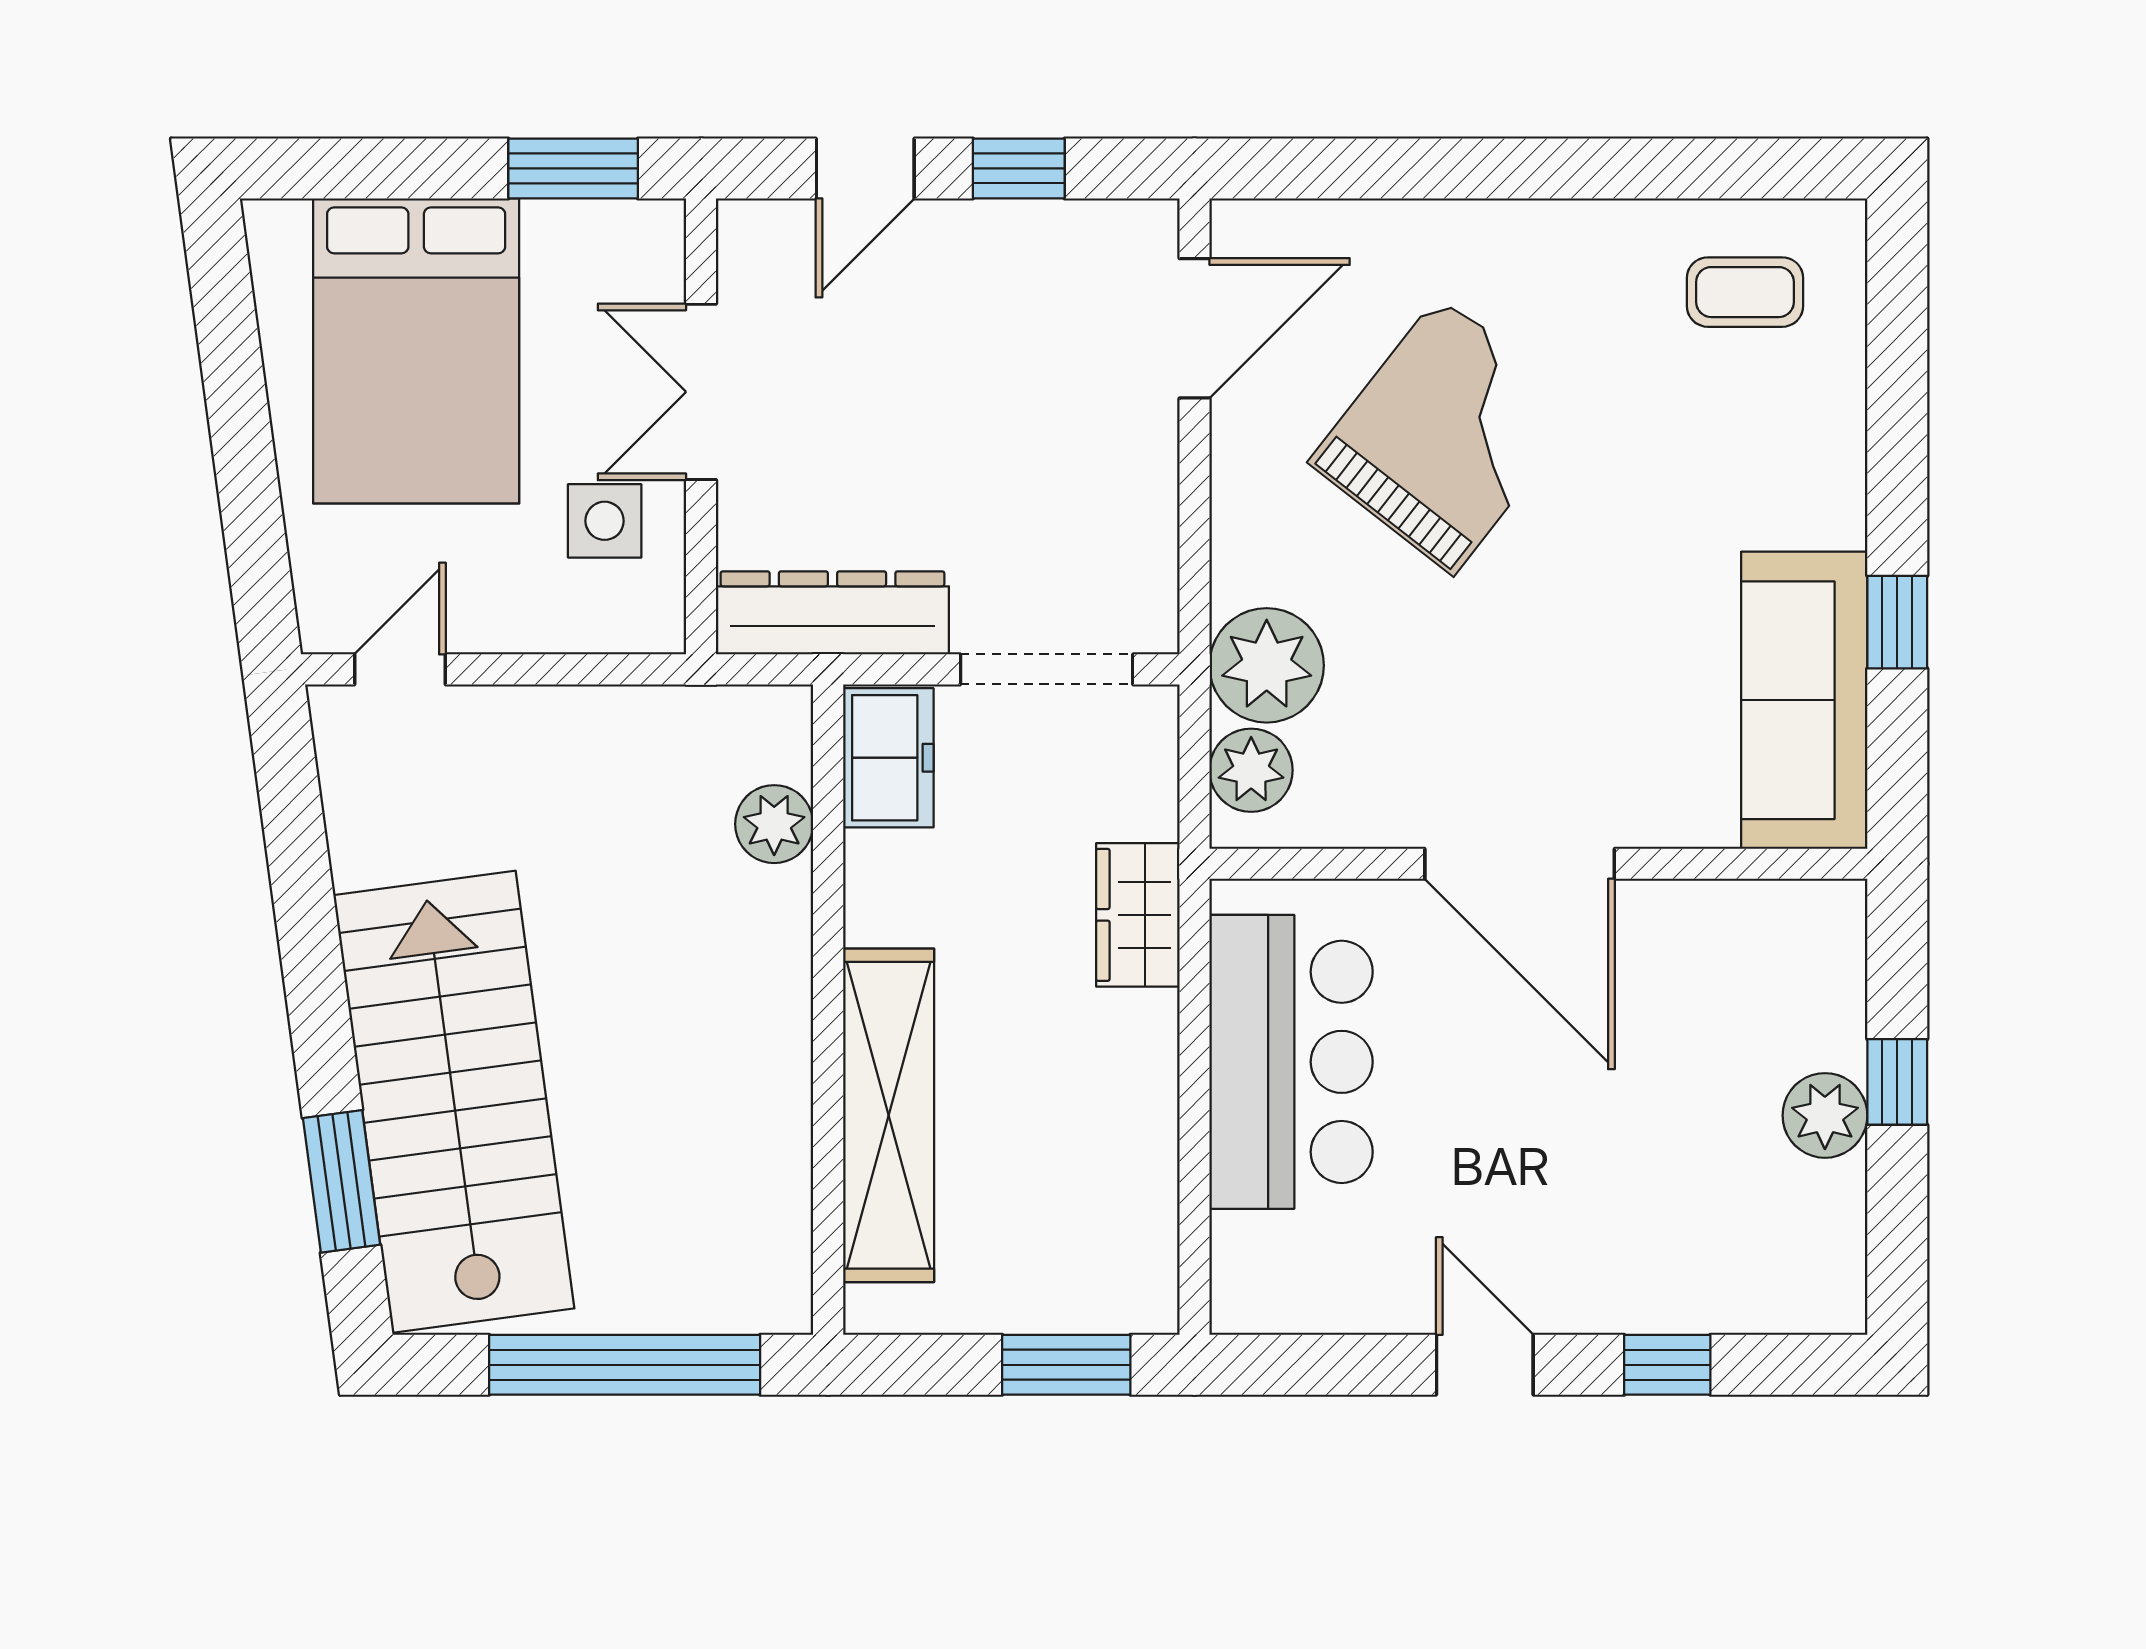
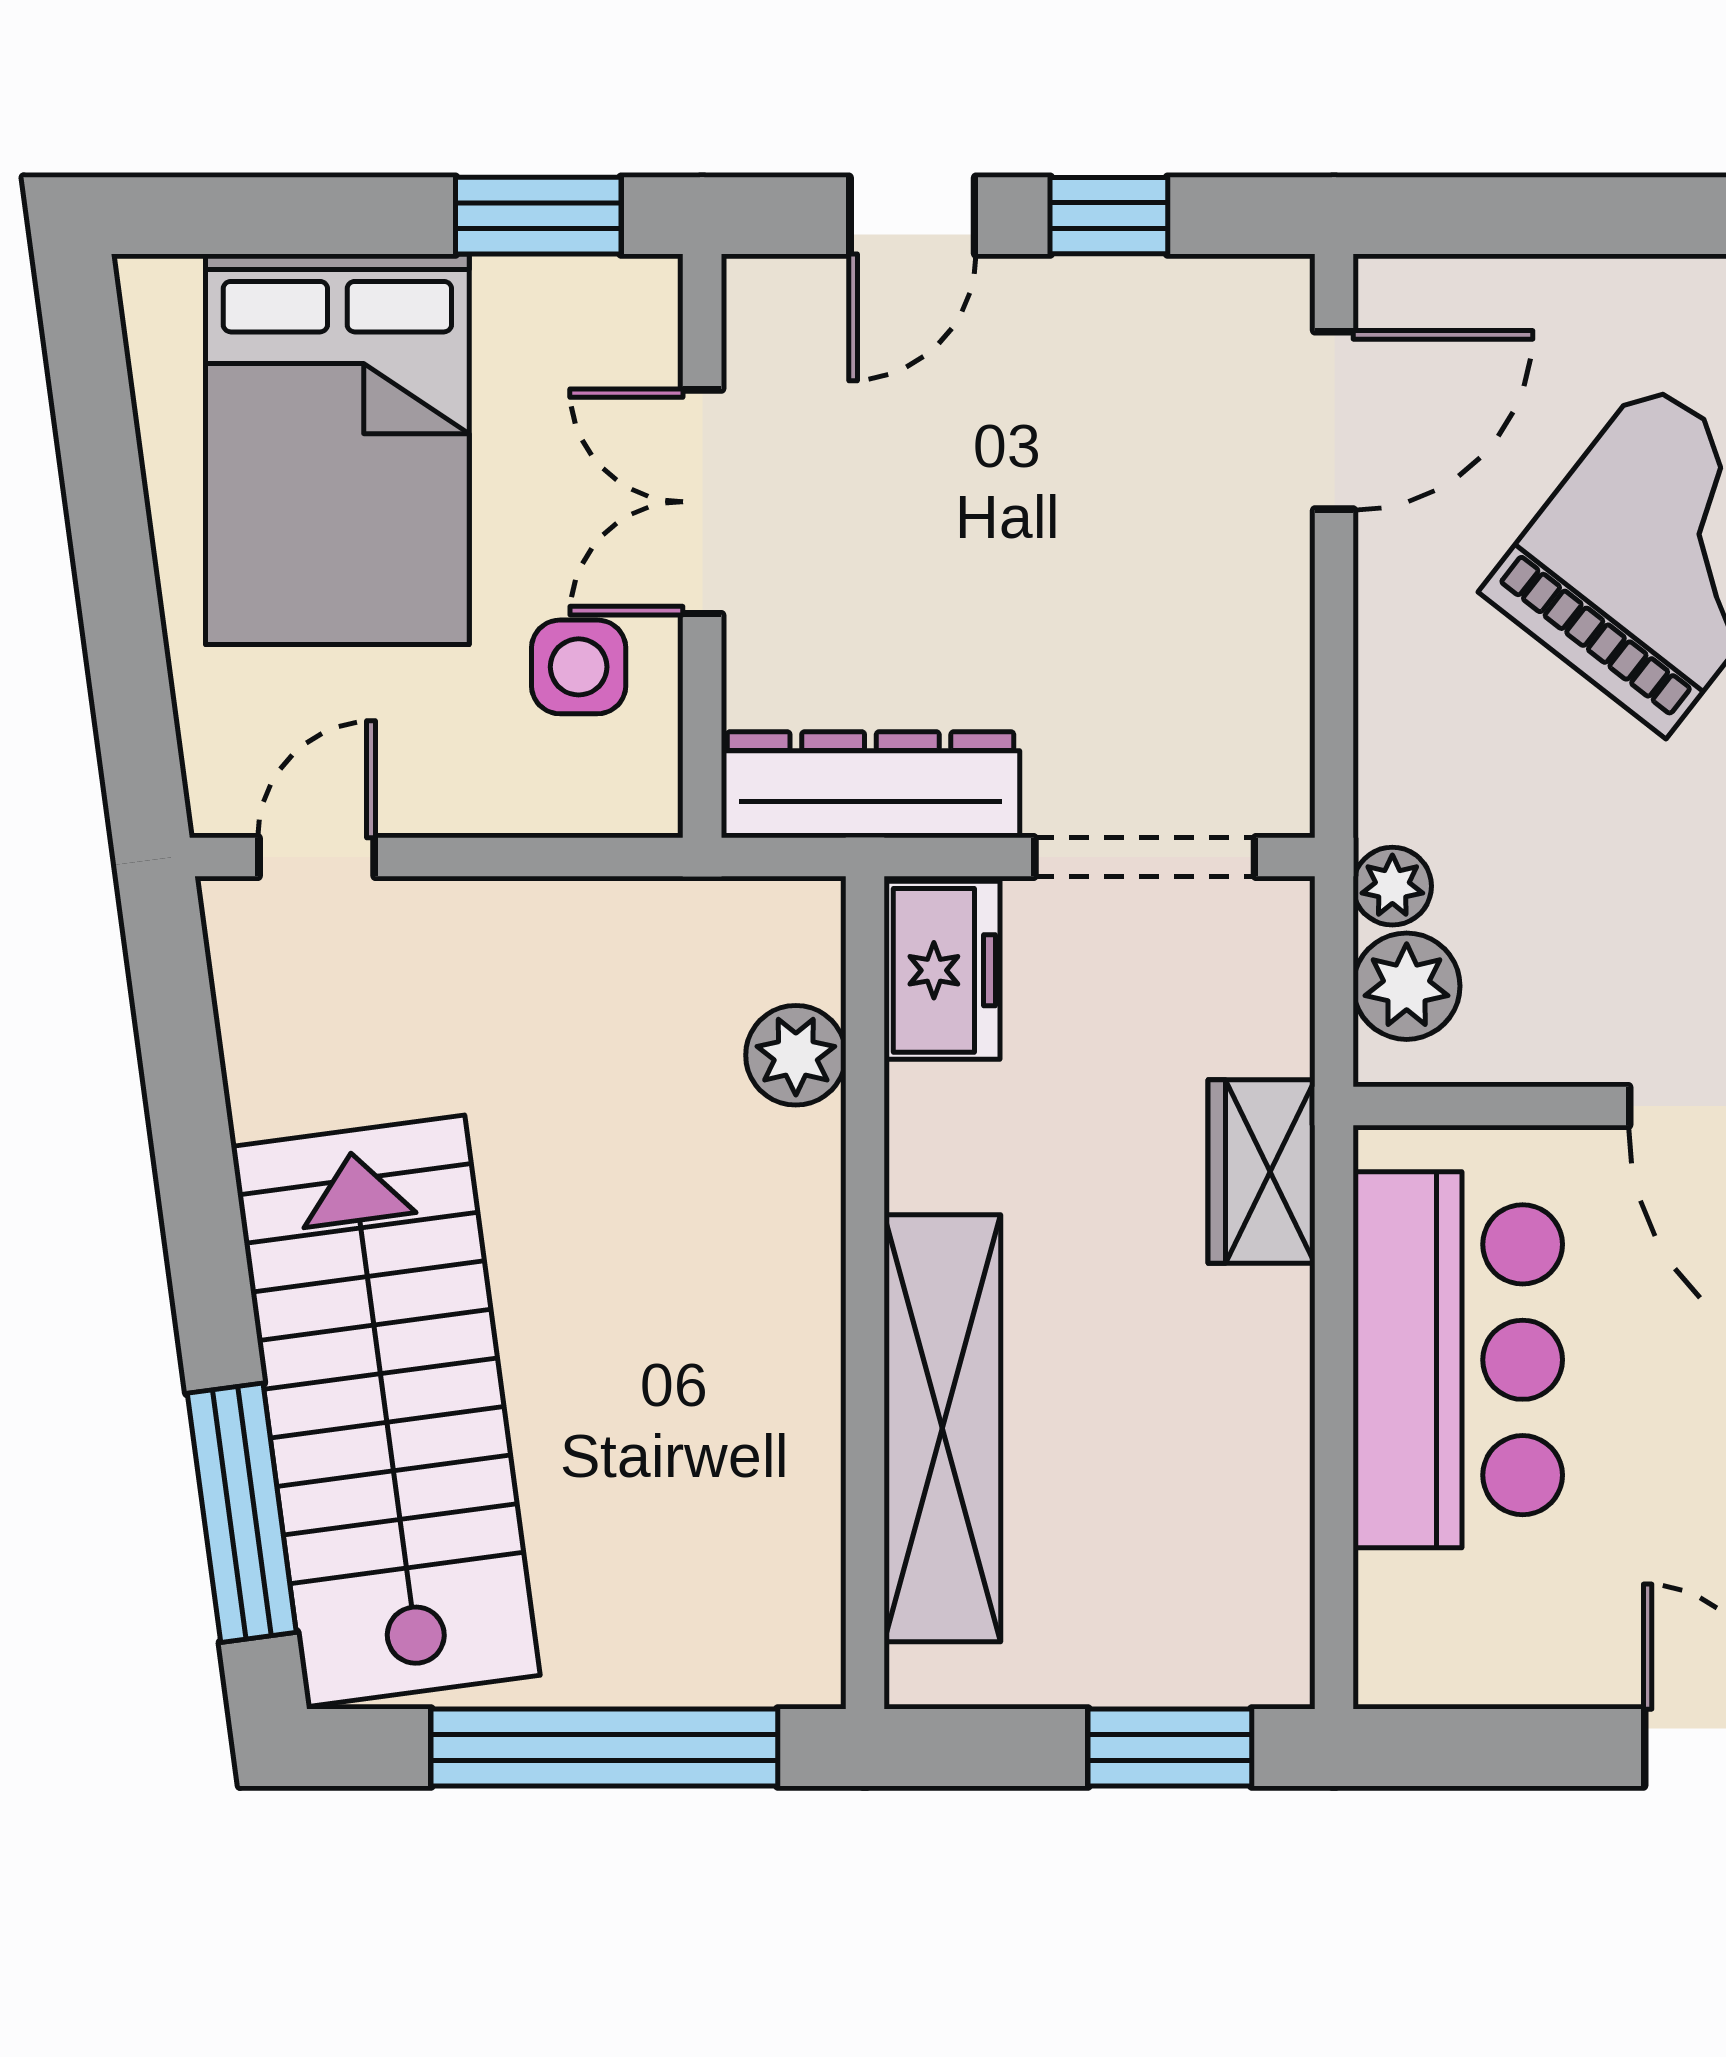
plant: (1267, 665) -> (1392, 886), width x0.53, depth x0.53
window: (342, 1181) -> (242, 1513), width x1.44

